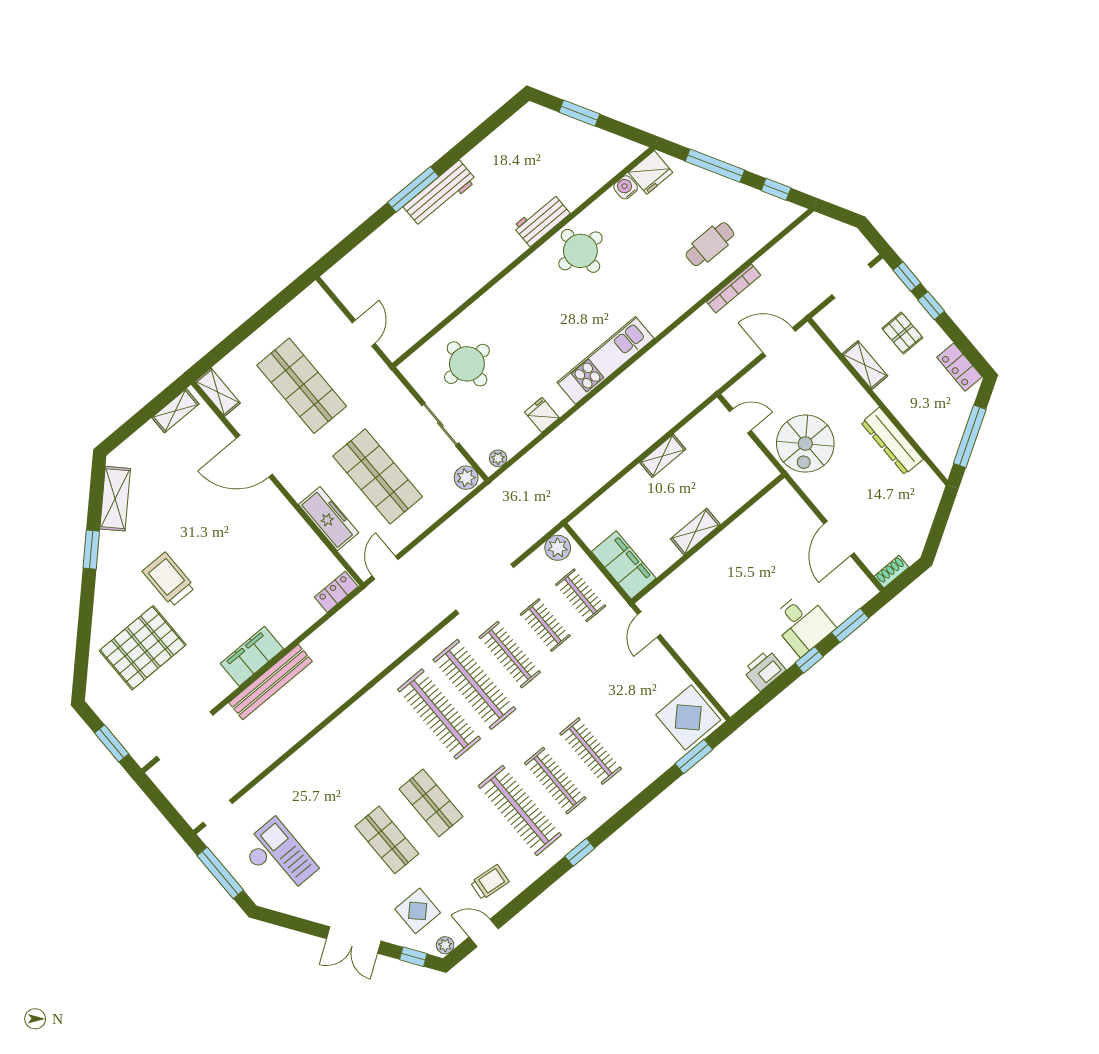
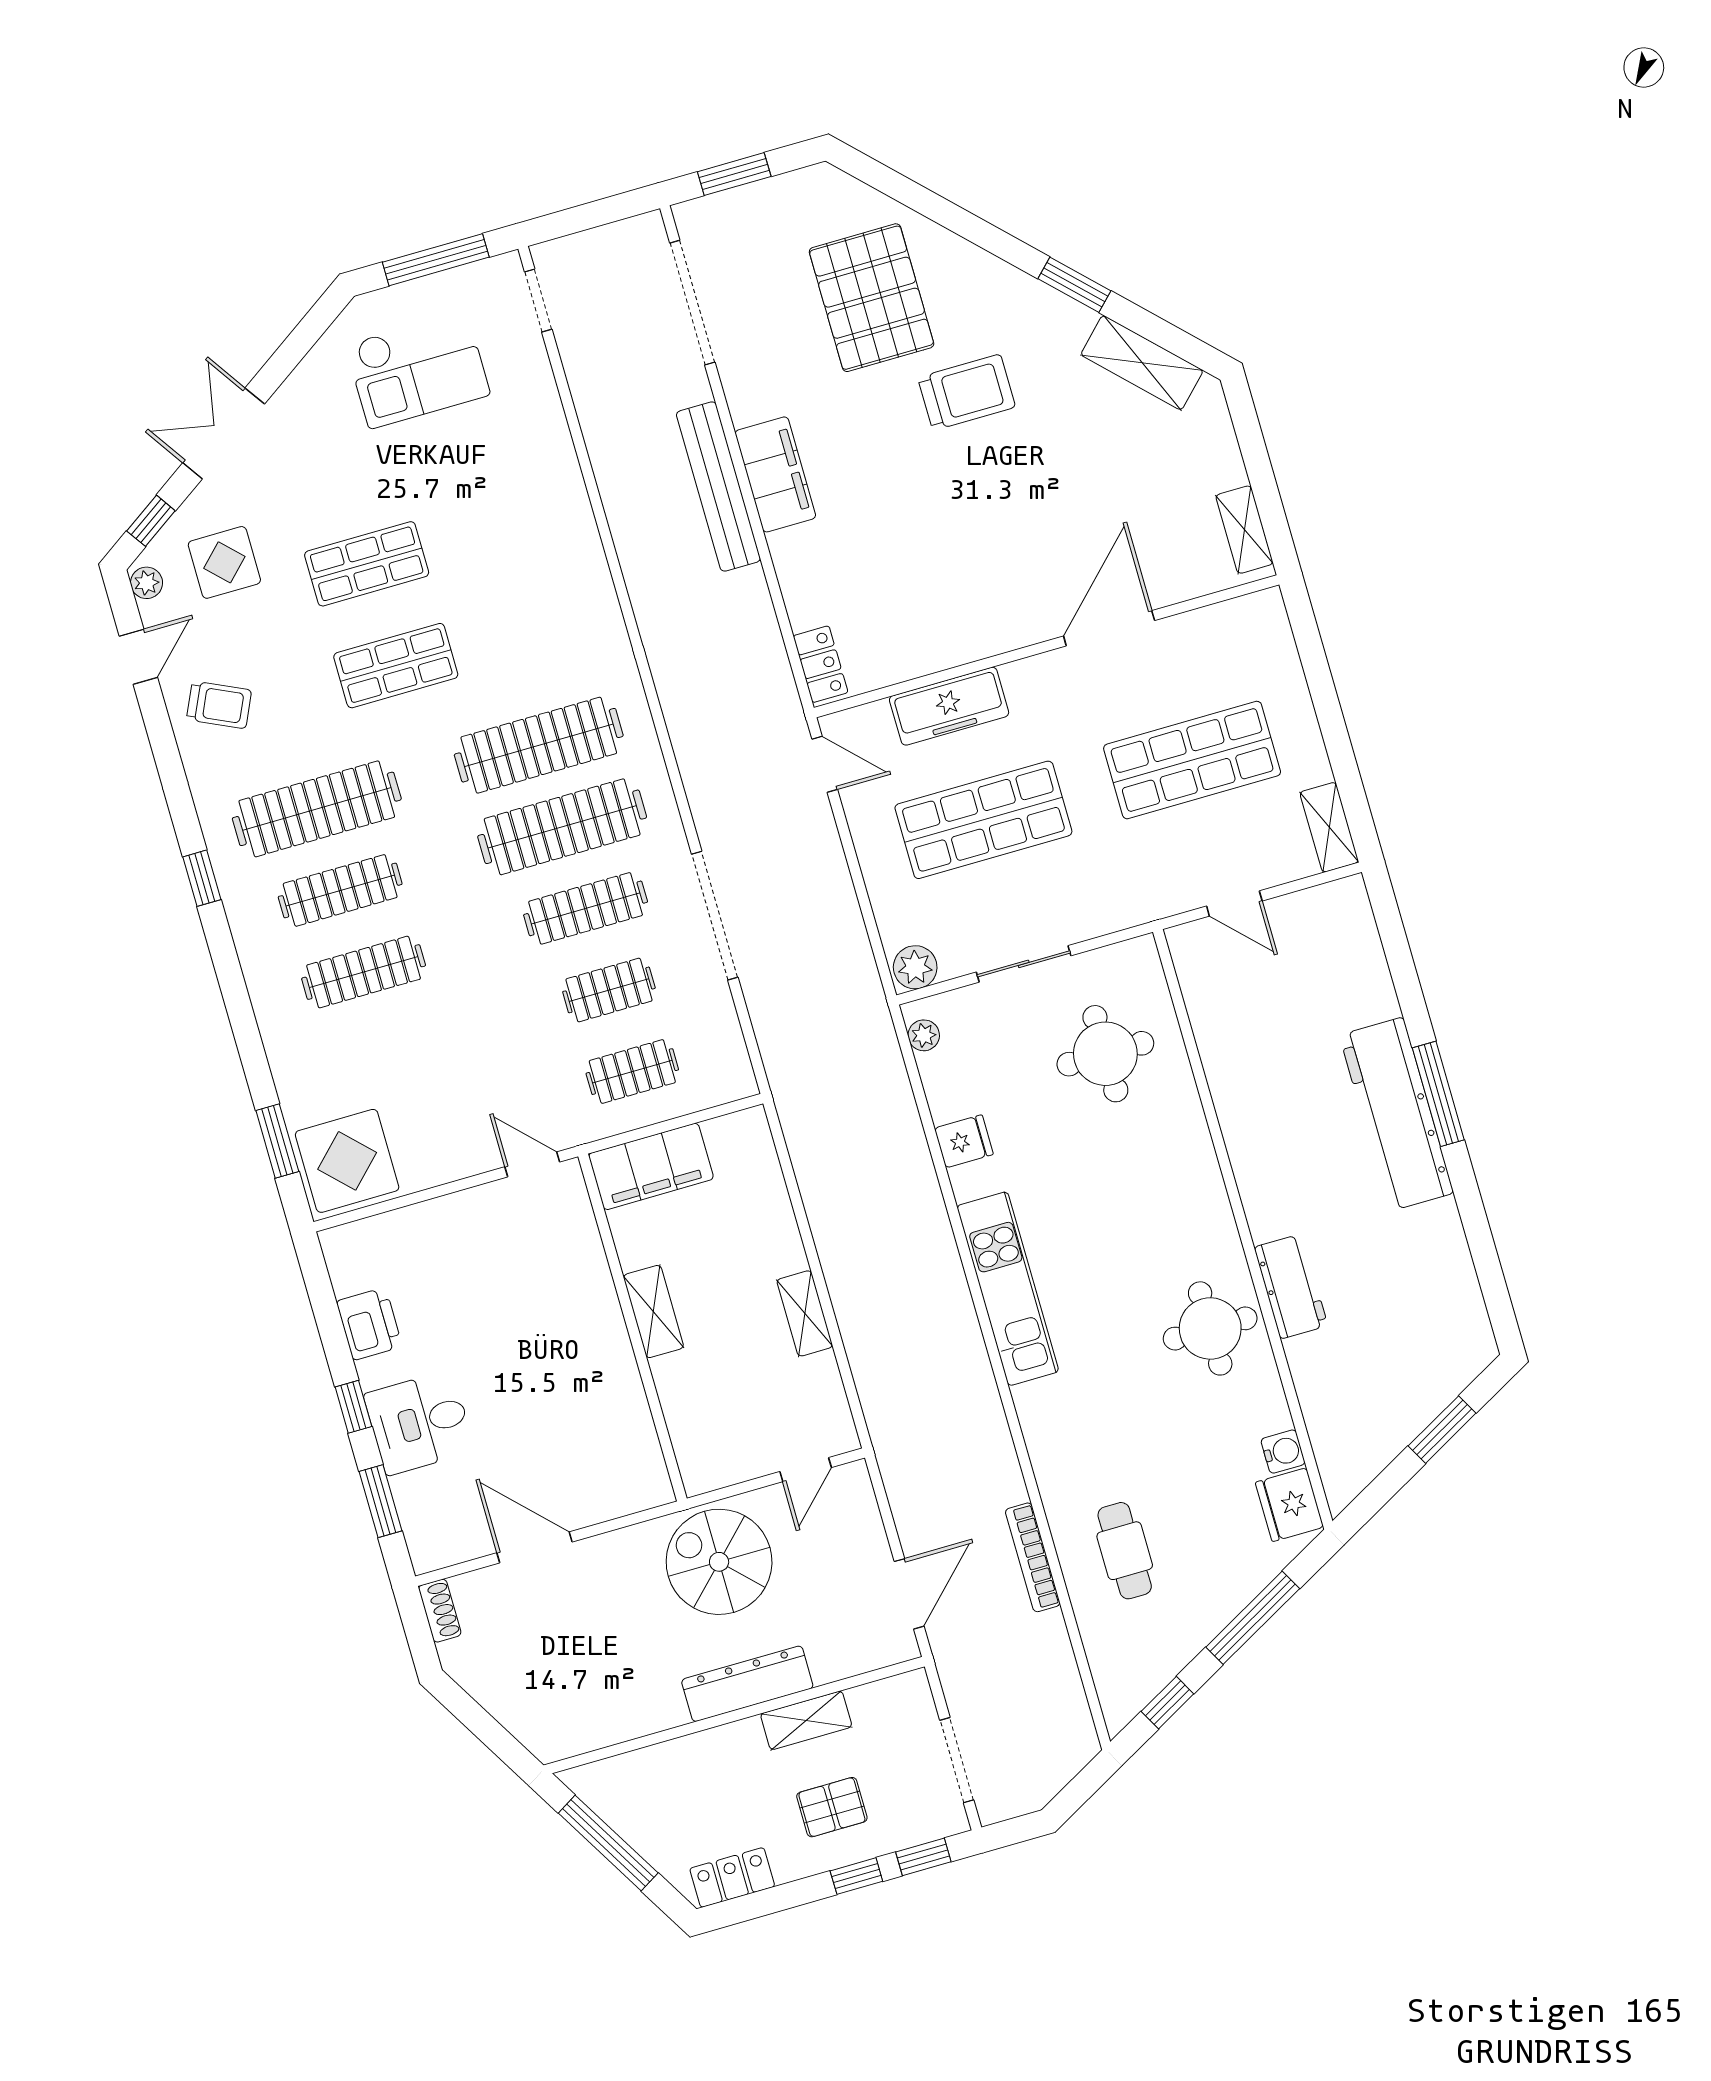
workbench: (440, 194) -> (1396, 1114), width x1.36, depth x1.32
shelving: (218, 392) -> (1329, 827), moved, turned 90
dresser: (892, 441) -> (747, 1684), moved
plant: (558, 548) -> (729, 1068), removed
trolley: (490, 882) -> (219, 705), turned -71

